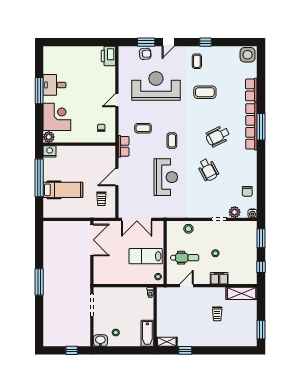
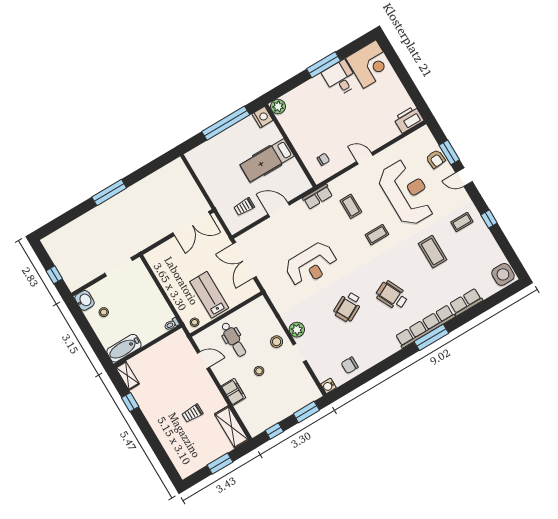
corner desk: (57, 117) -> (370, 64), moved
coffee table: (172, 141) -> (377, 235), moved
hospital bed: (63, 190) -> (267, 160), moved, turned 90
plant: (235, 212) -> (297, 330), moved
stool: (188, 229) -> (277, 342), moved
window: (261, 330) -> (220, 464), moved

